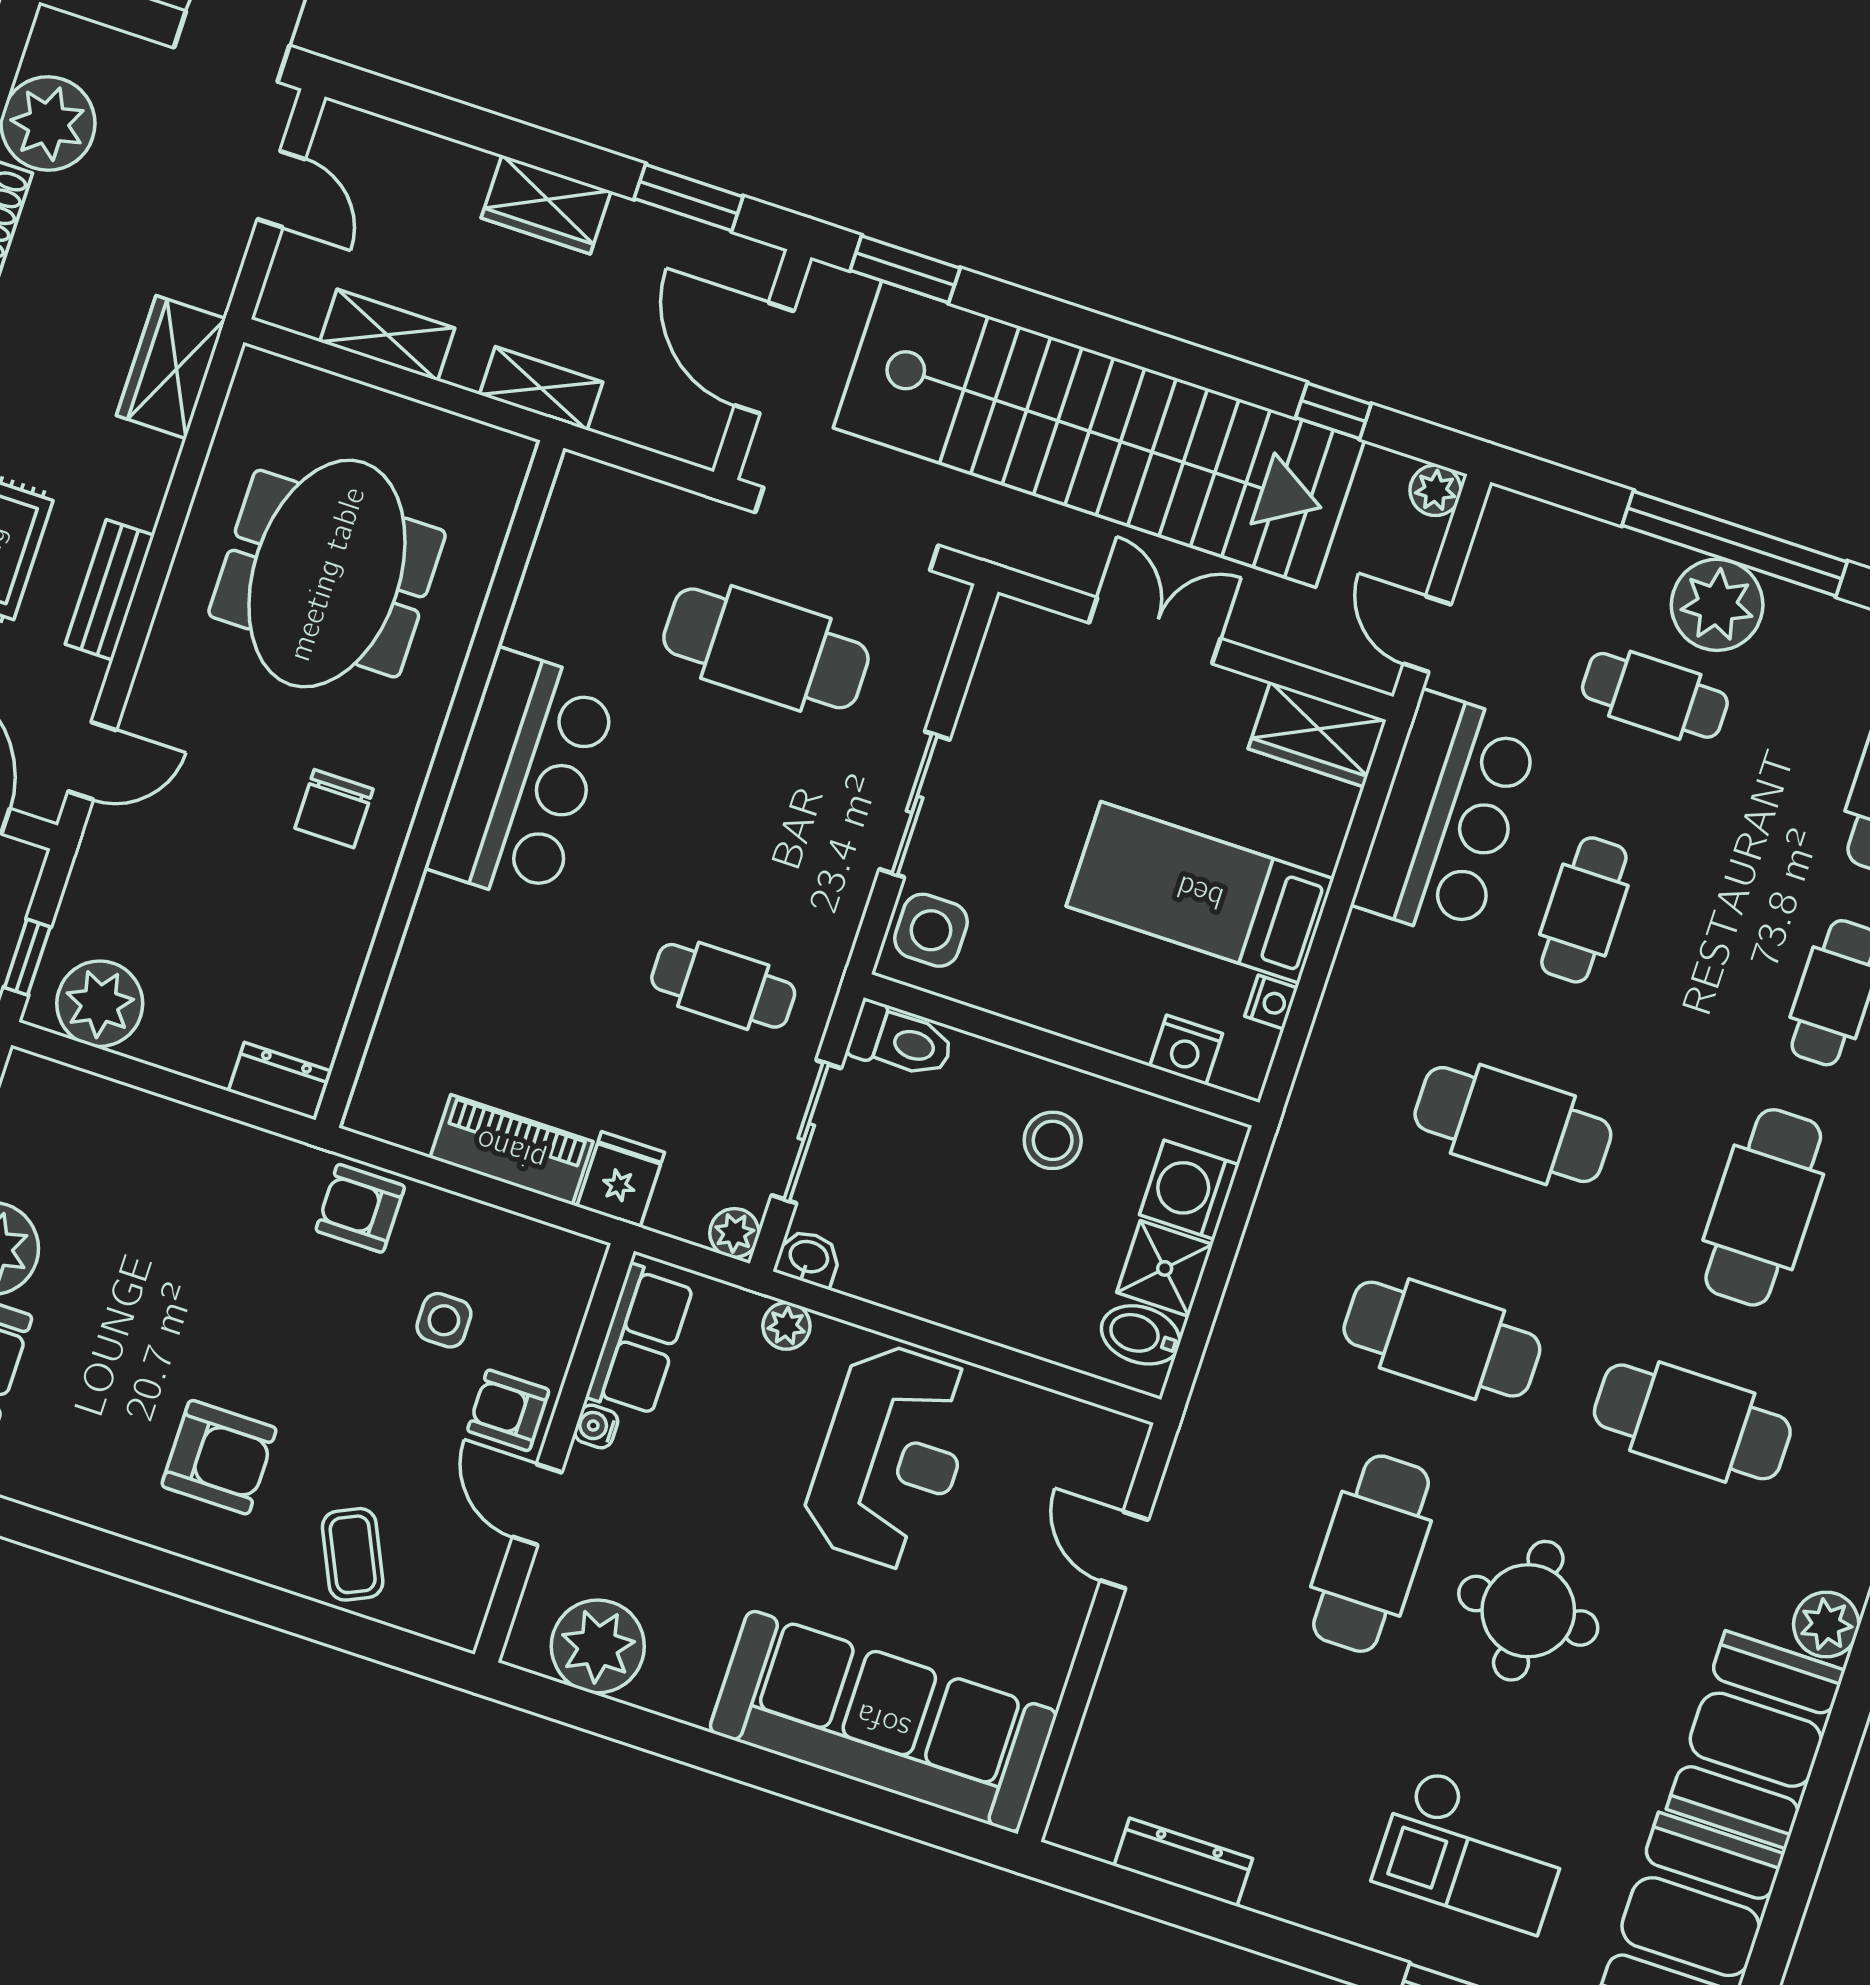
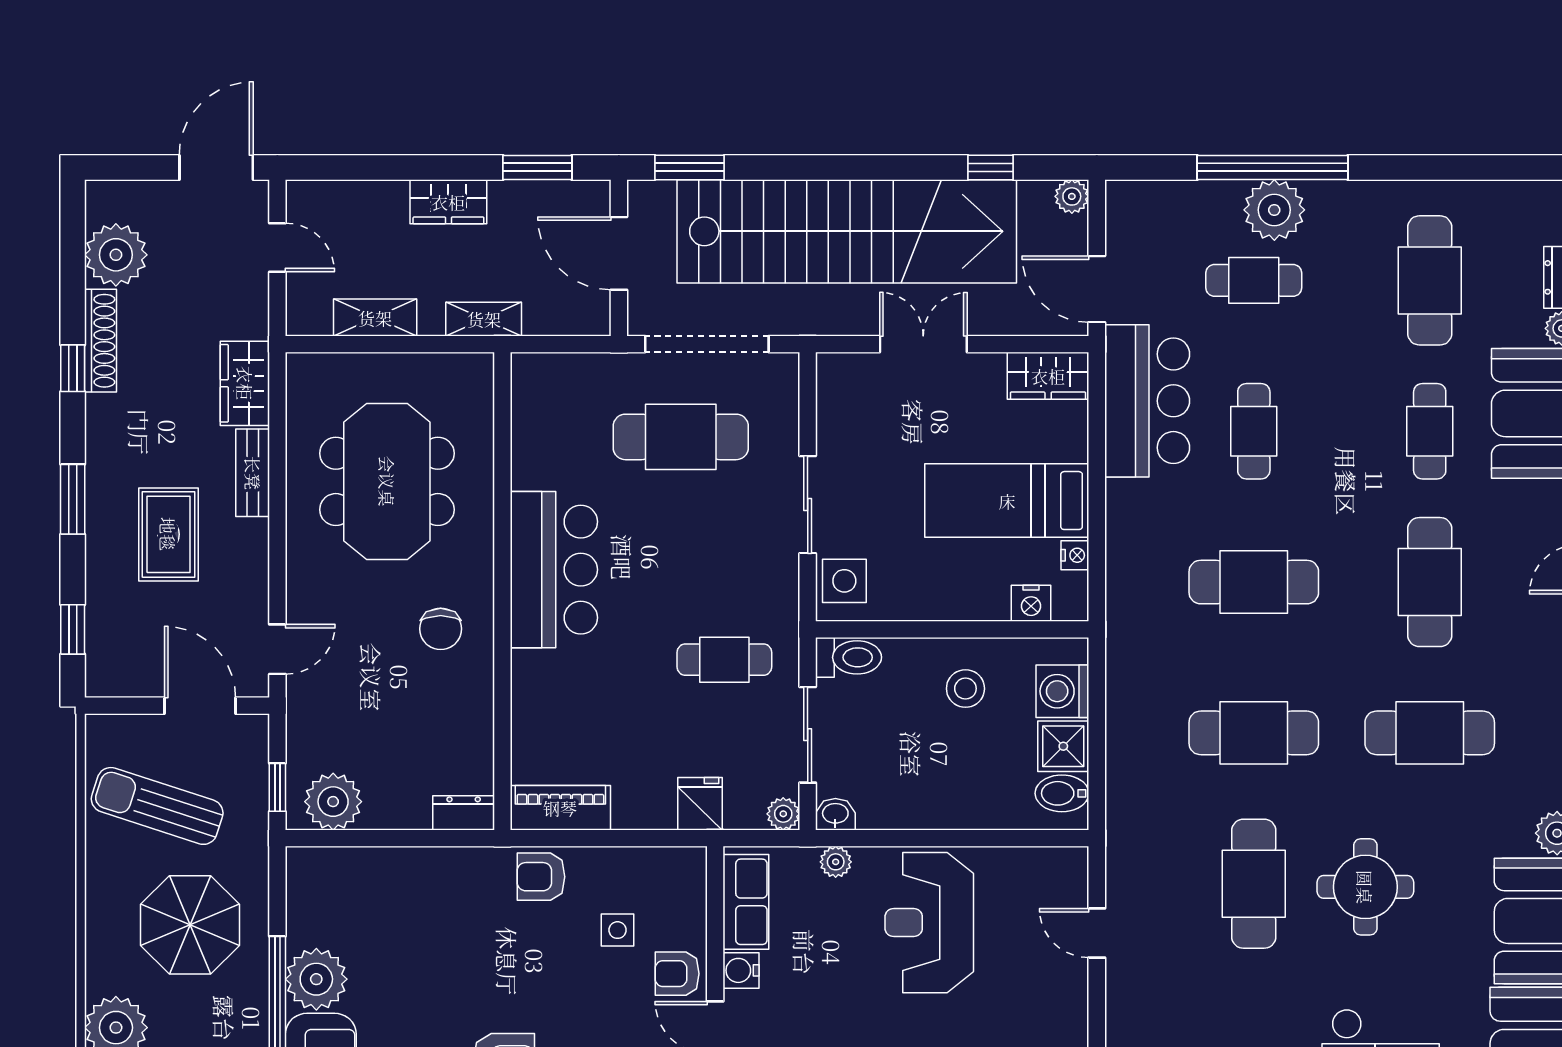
bench: (110, 590) -> (253, 473), moved
door: (1427, 634) -> (1097, 289), width x1.38
piano: (511, 1150) -> (560, 808), moved
water cooler: (596, 1426) -> (741, 970), width x1.38, depth x1.38
reception desk: (891, 1456) -> (929, 923), turned 180

